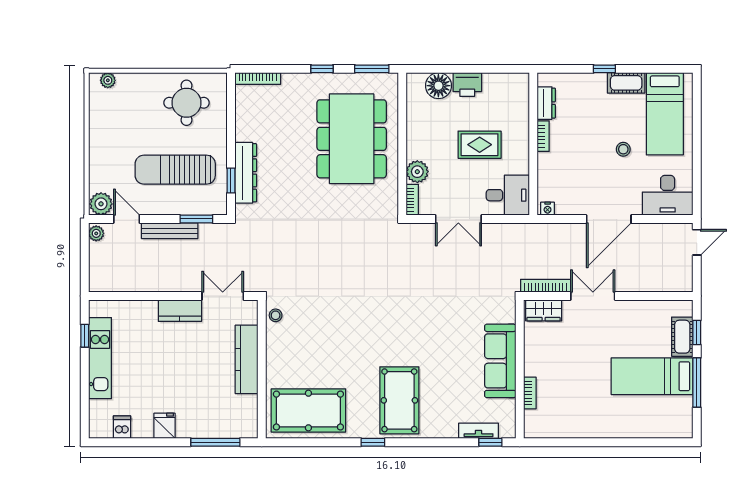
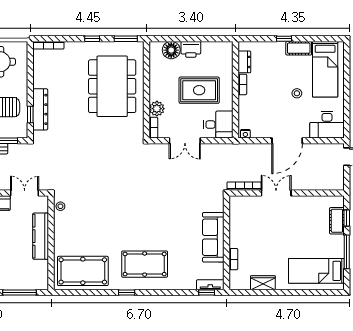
rug: (480, 145) -> (199, 90), width x1.36, depth x1.43
wardrobe: (544, 310) -> (263, 283), moved, turned 180
bed: (652, 376) -> (316, 271), moved
pool table: (399, 400) -> (145, 264), turned 90
tv unit: (479, 431) -> (210, 285), moved

